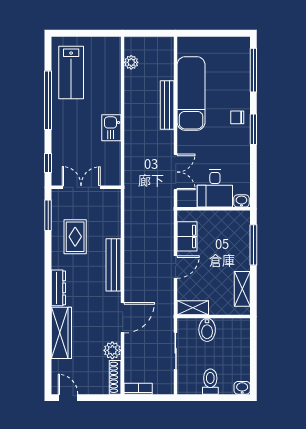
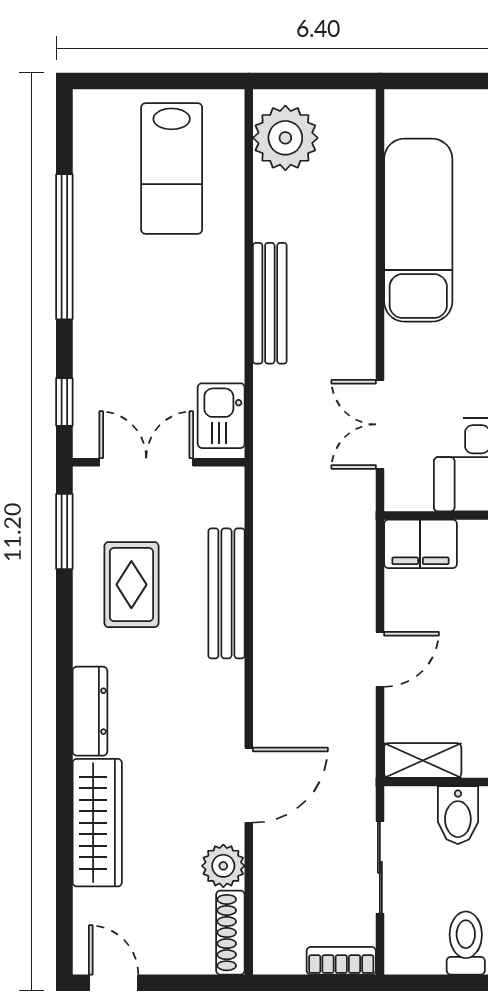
plant: (131, 62) -> (285, 138), width x1.87, depth x1.87
lab bench: (71, 73) -> (172, 168), moved
bench: (167, 105) -> (270, 303), moved
kitchen sink: (111, 128) -> (221, 416), moved
double door: (176, 172) -> (380, 424), swing flipped
filing cabinet: (187, 236) -> (420, 544), moved, turned 90
bench: (114, 265) -> (226, 593), moved
bookcase: (138, 389) -> (341, 961), moved

